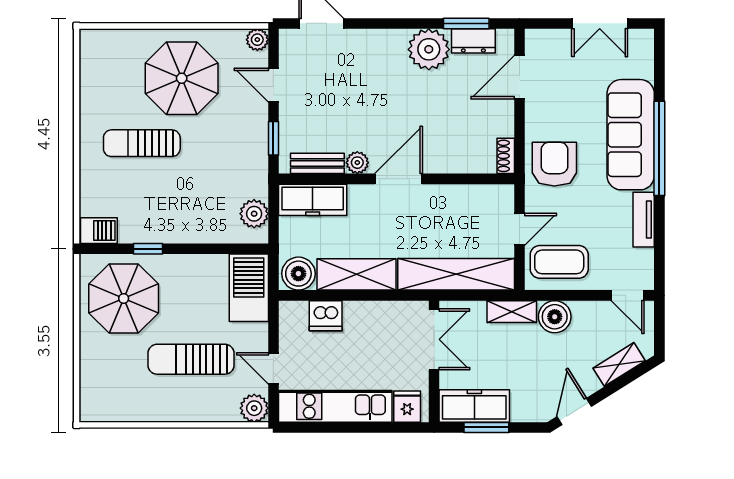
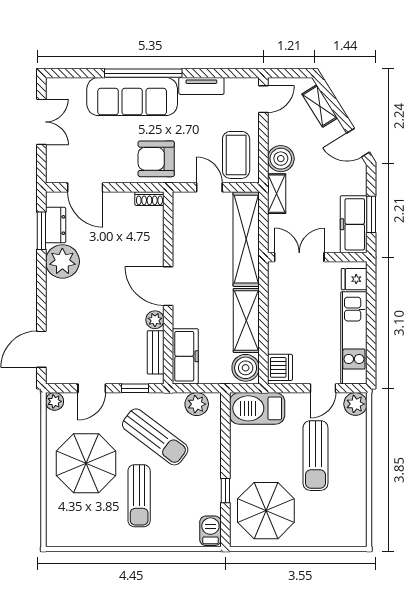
sun lounger: (214, 163) -> (155, 437), added
dishwasher: (326, 316) -> (280, 367), moved

